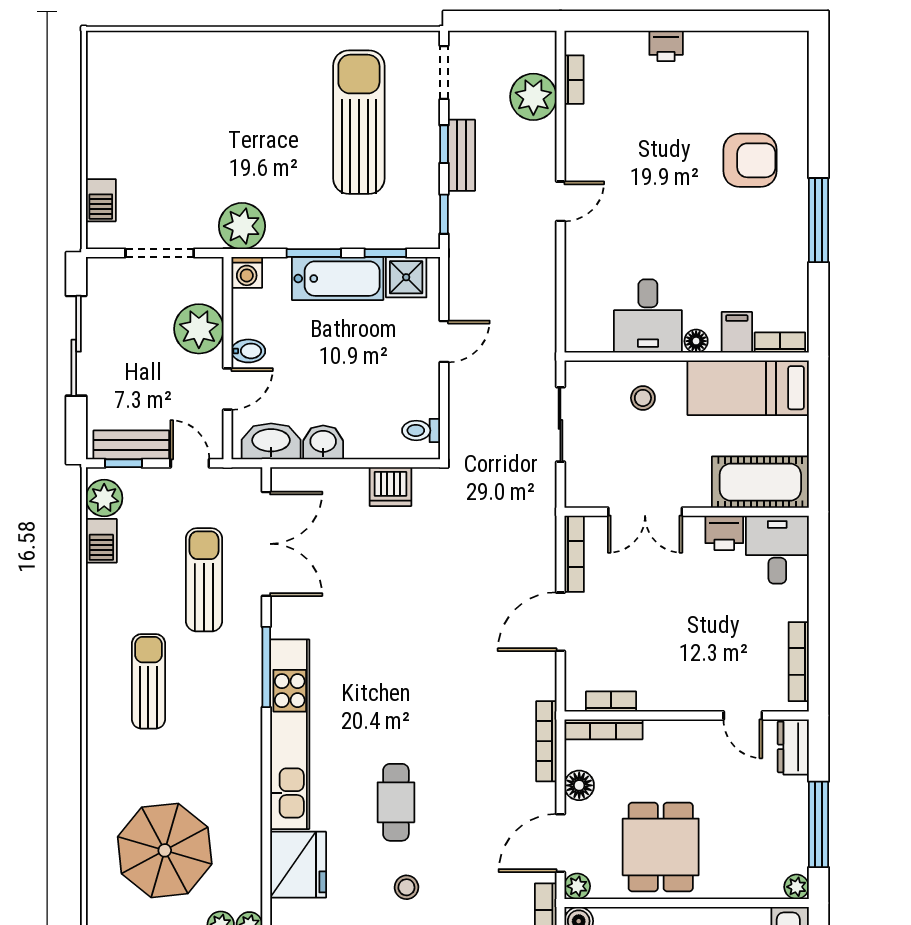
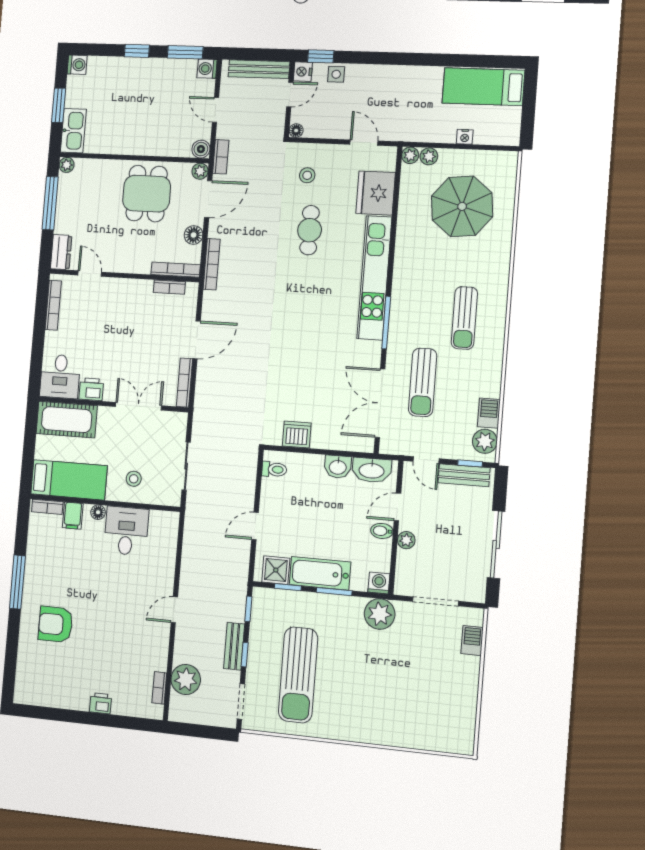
plant: (199, 329) -> (406, 540), width x0.53, depth x0.53

